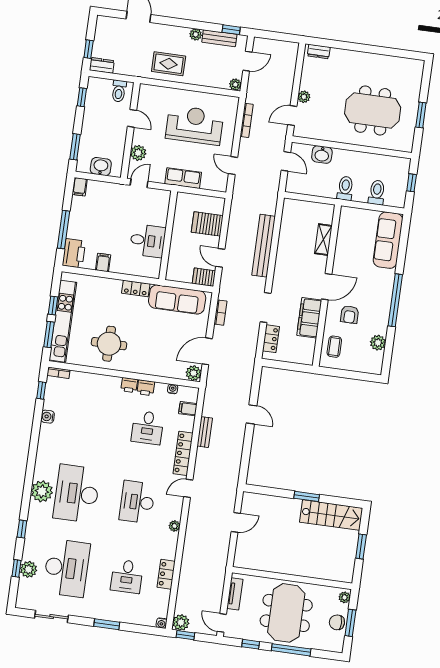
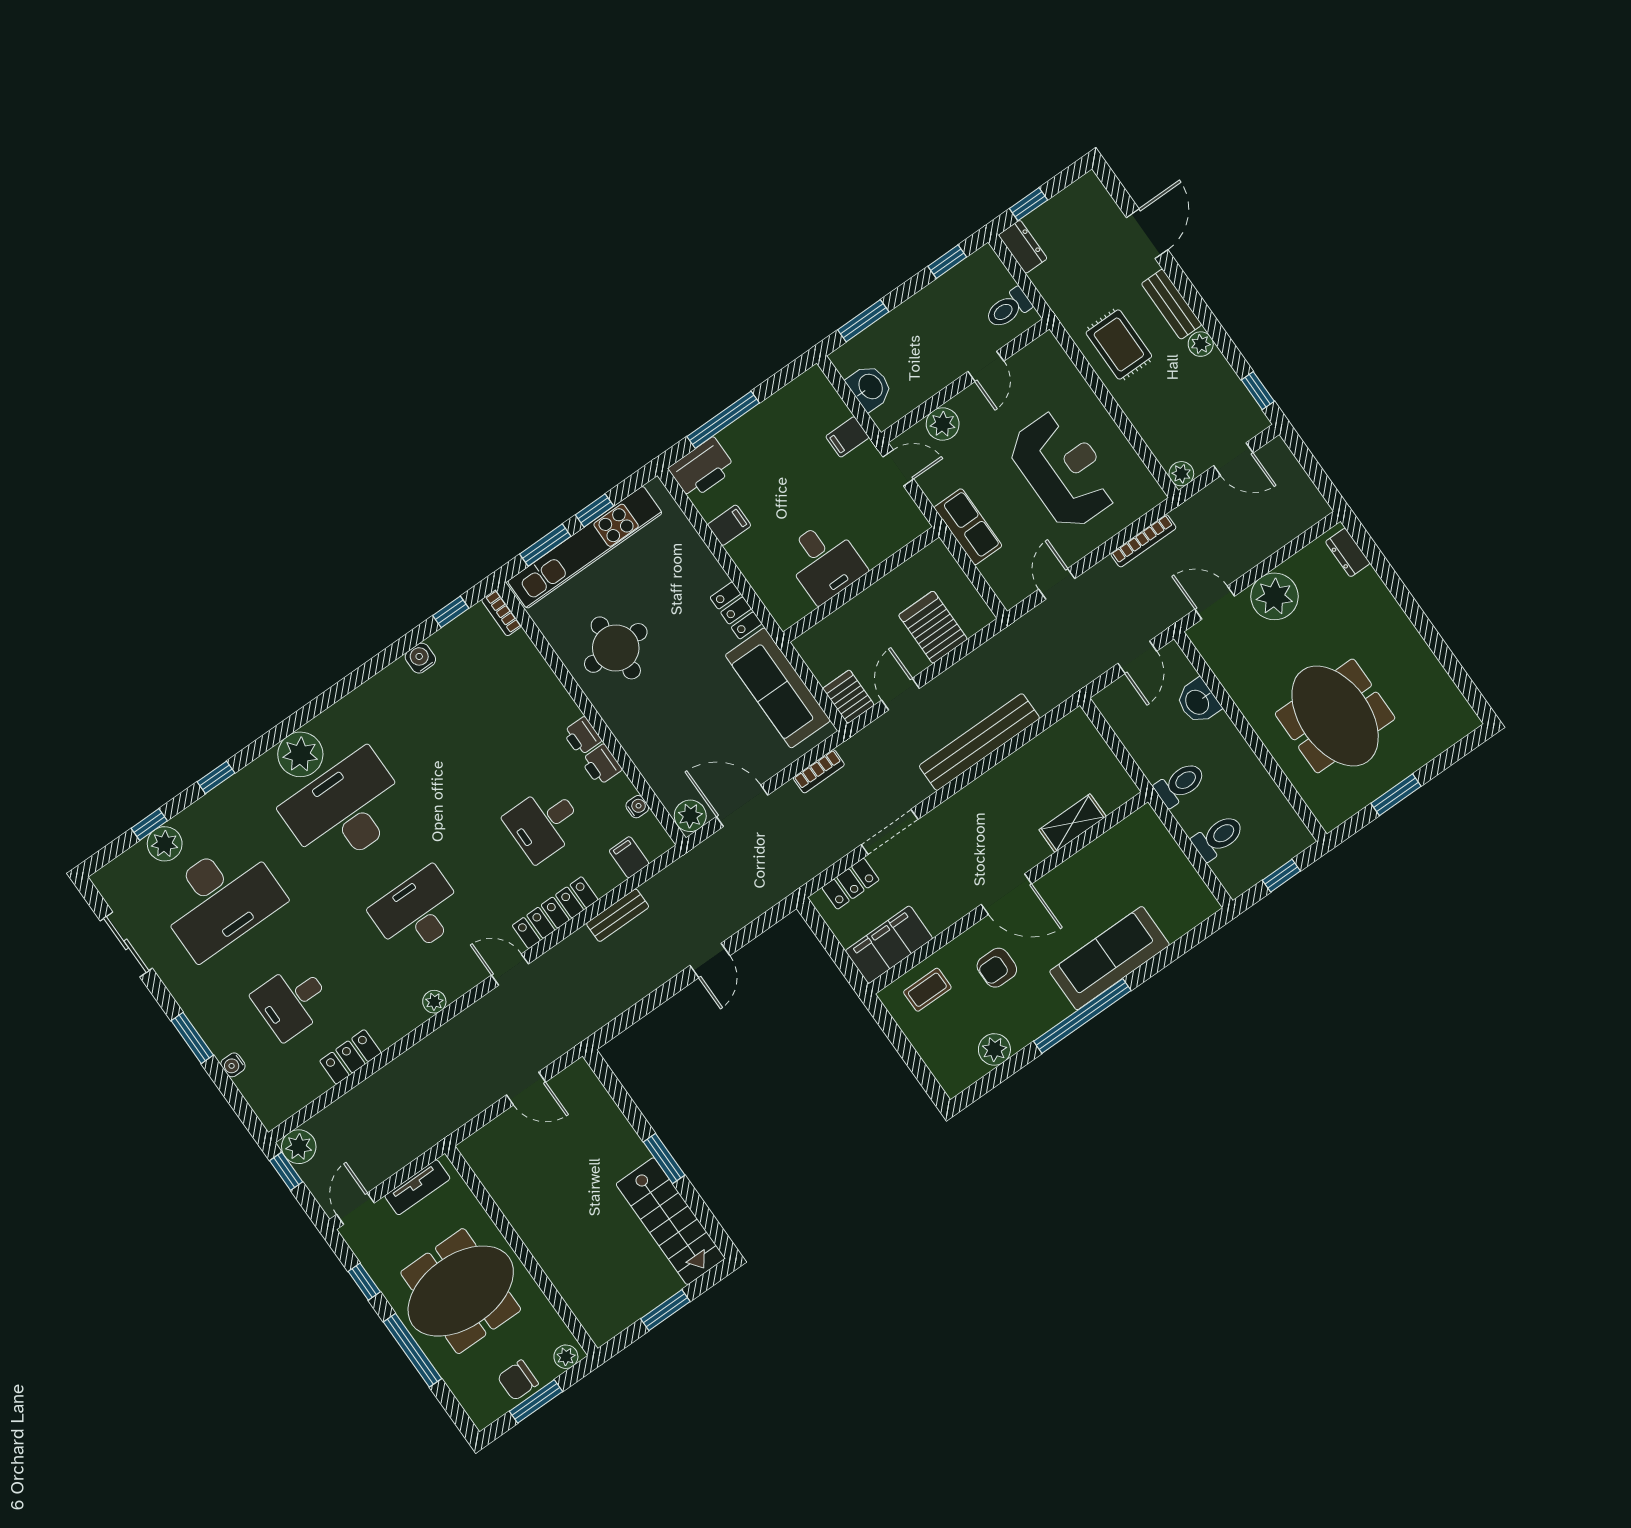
bench: (219, 38) -> (1172, 304), moved
plant: (304, 97) -> (1275, 596), width x1.87, depth x1.87
filing cabinet: (80, 187) -> (847, 437), moved
sofa: (388, 240) -> (1109, 958), moved
filing cabinet: (309, 318) -> (889, 945), moved
chair: (337, 622) -> (518, 1380), turned -90
water cooler: (161, 623) -> (233, 1065), moved

